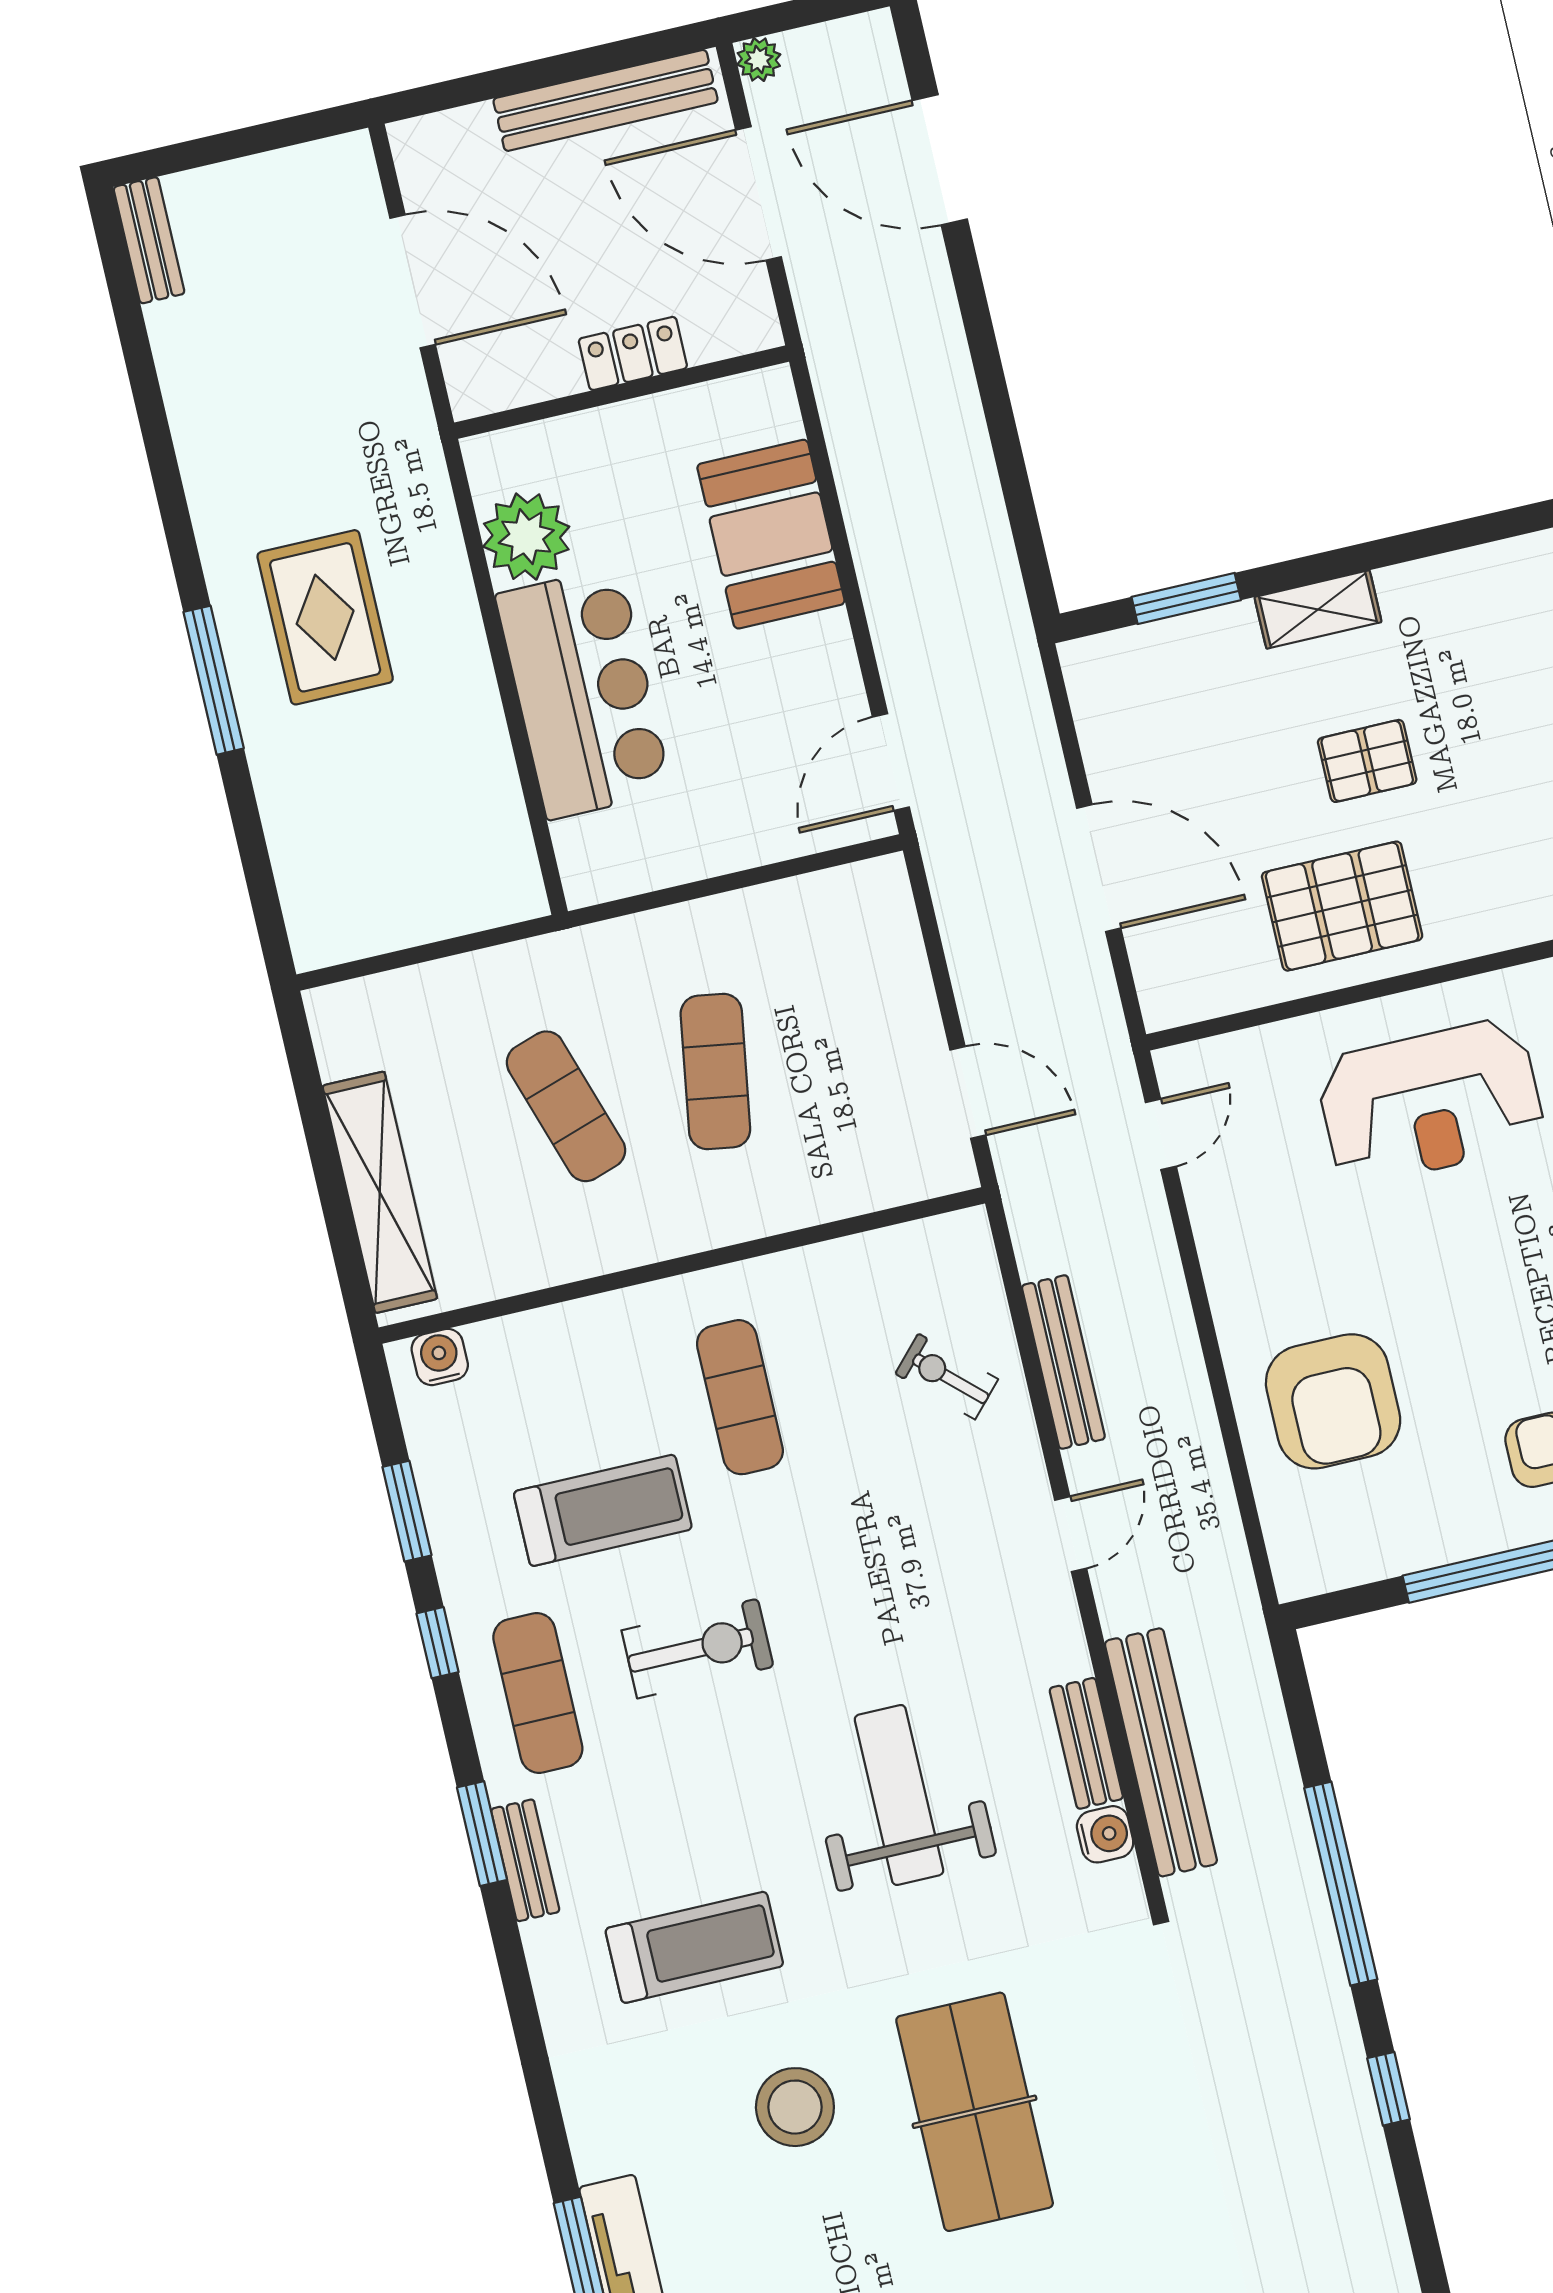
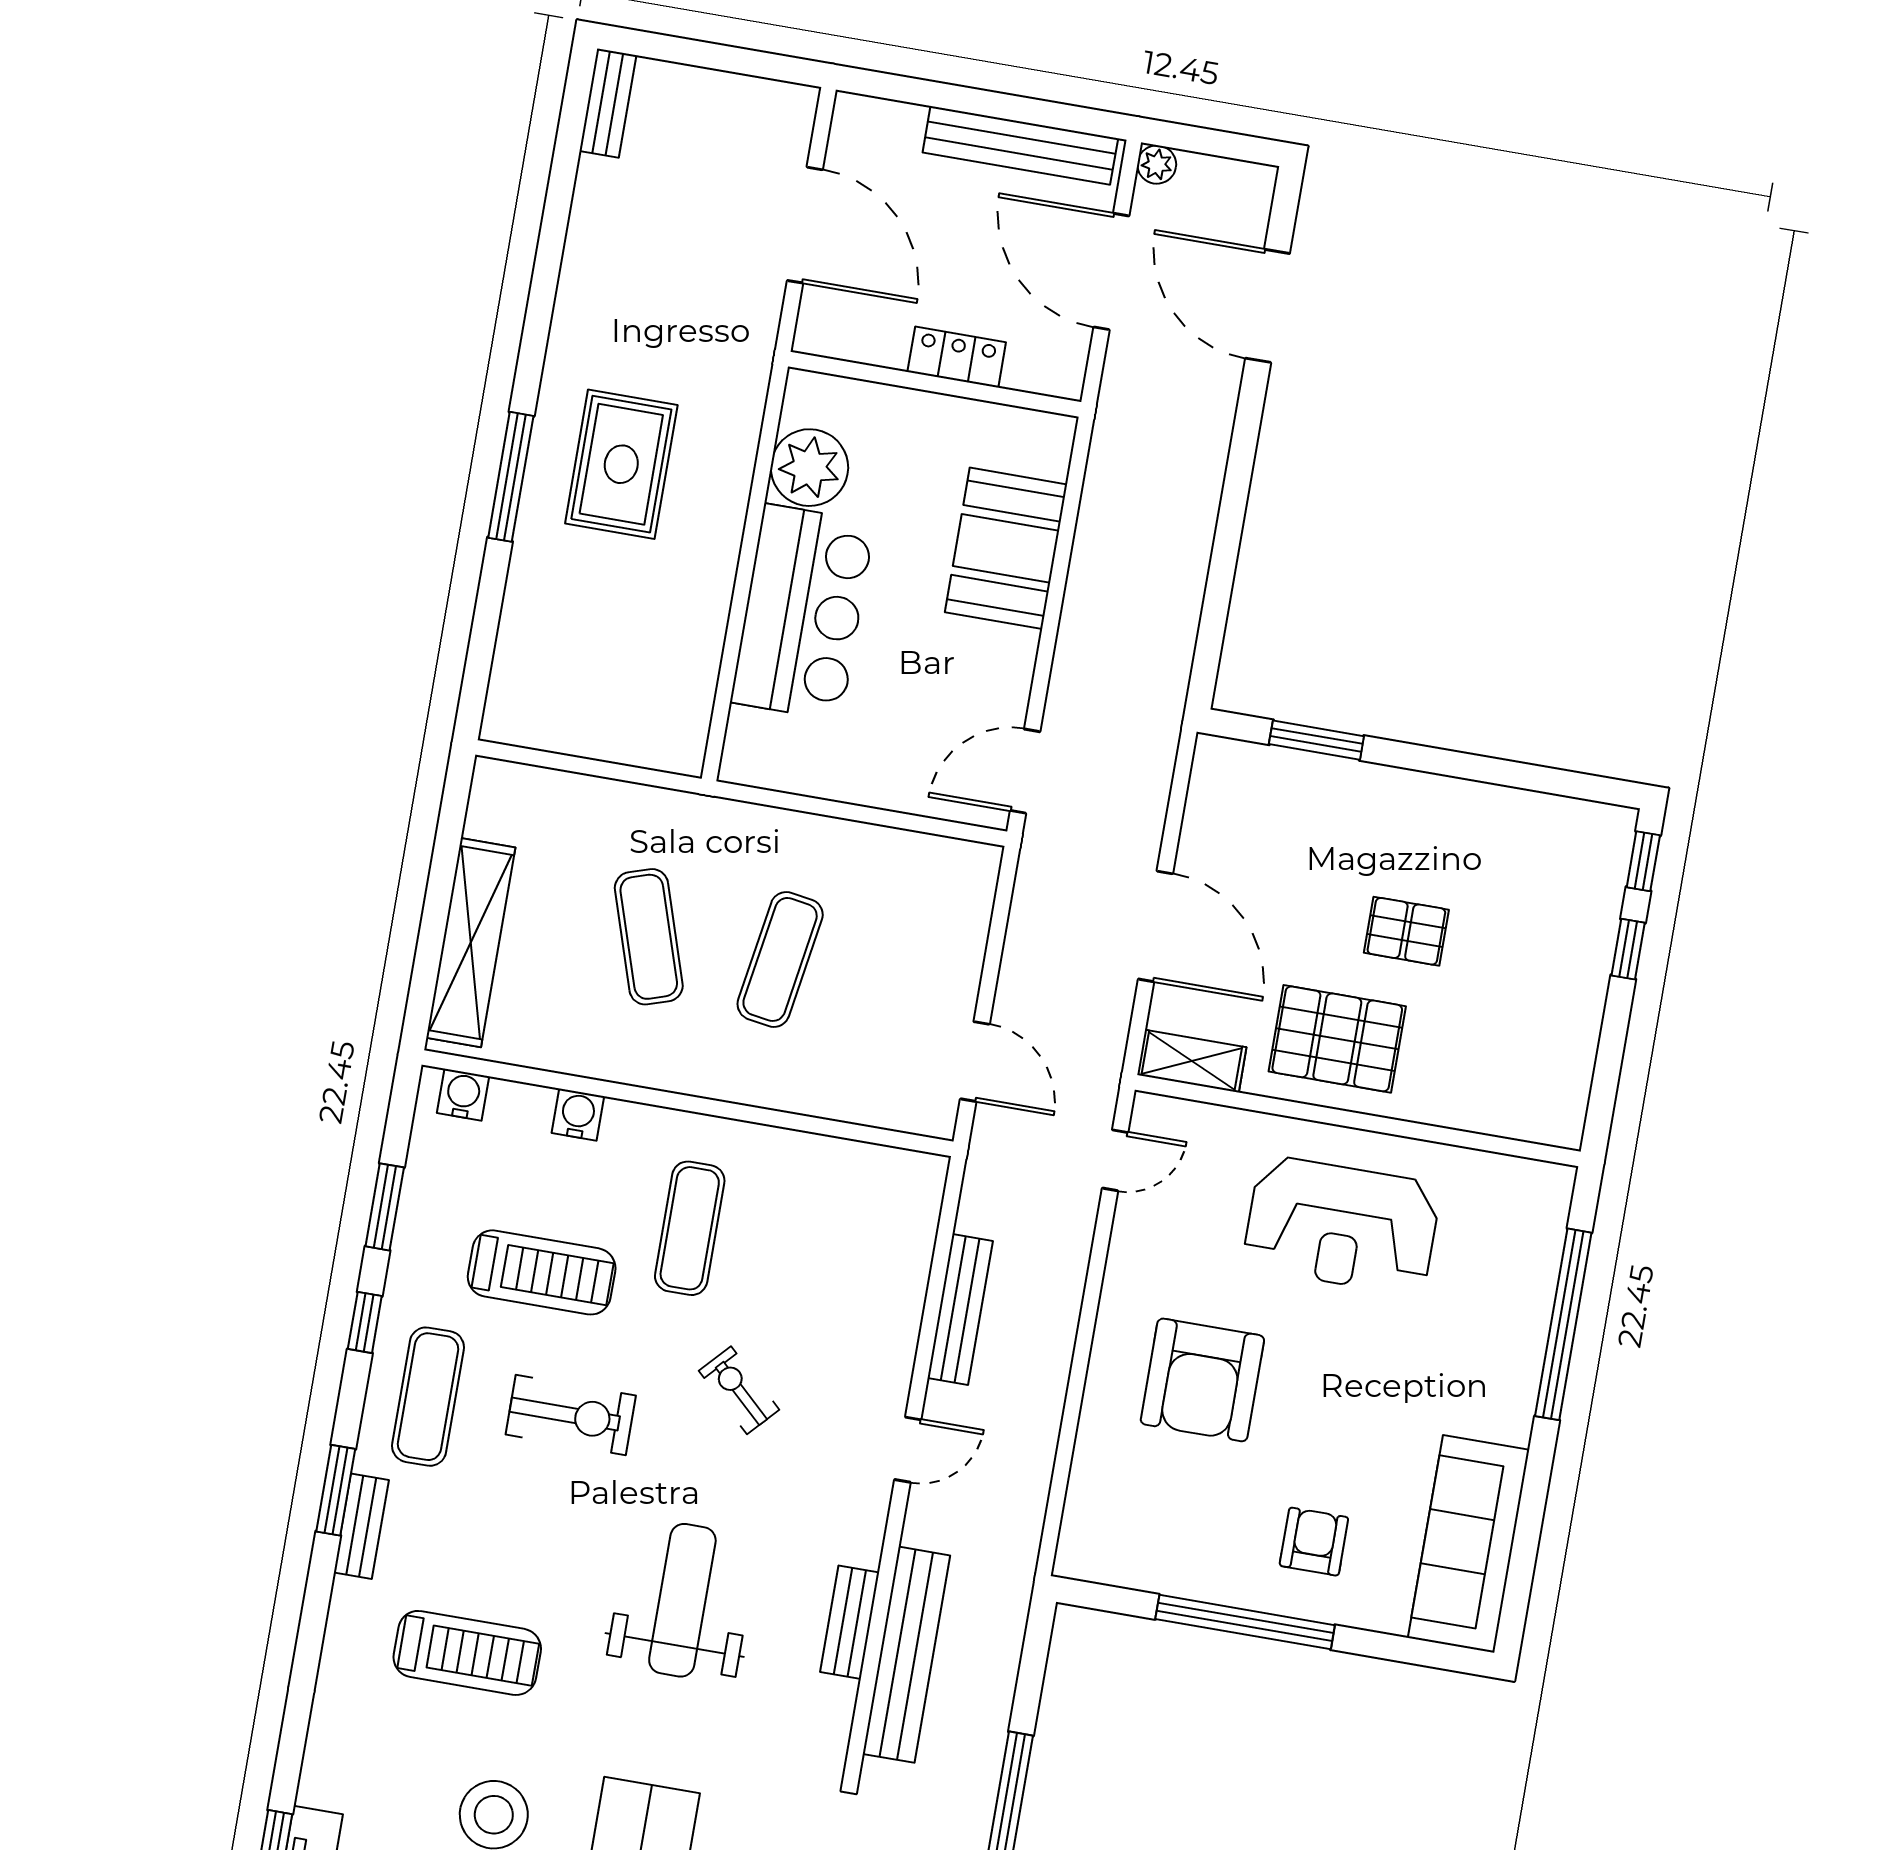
shelving: (1318, 609) -> (1192, 1061), moved
exercise bike: (947, 1376) -> (739, 1390), moved
armchair: (1333, 1401) -> (1202, 1380), moved
water cooler: (1105, 1834) -> (578, 1115), moved, turned -90

